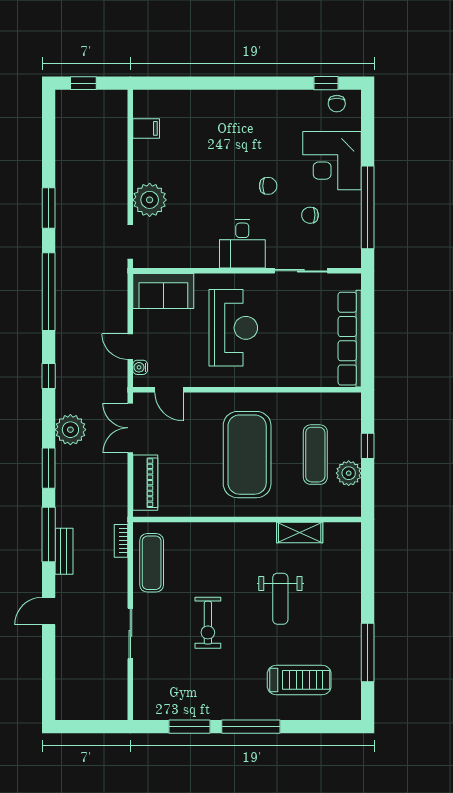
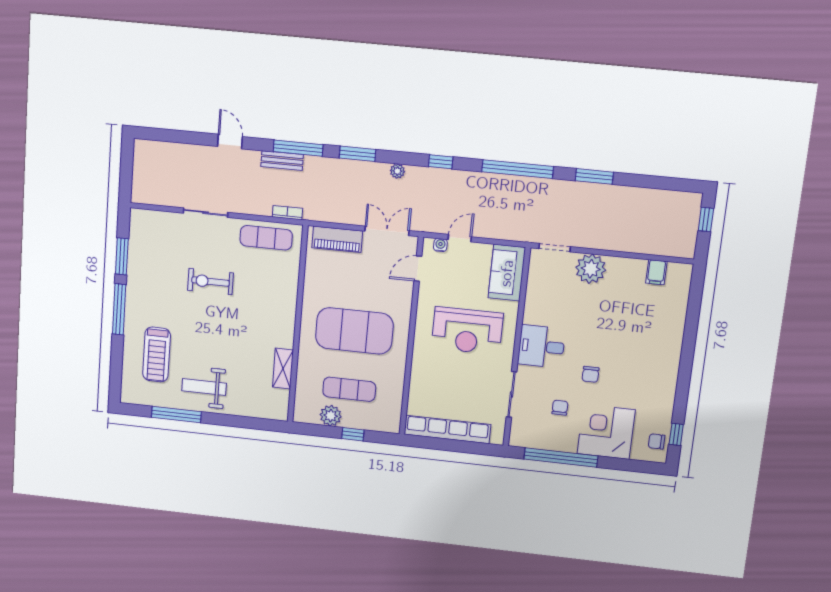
plant: (70, 430) -> (397, 171), width x0.53, depth x0.53
weight bench: (280, 599) -> (204, 387), moved

